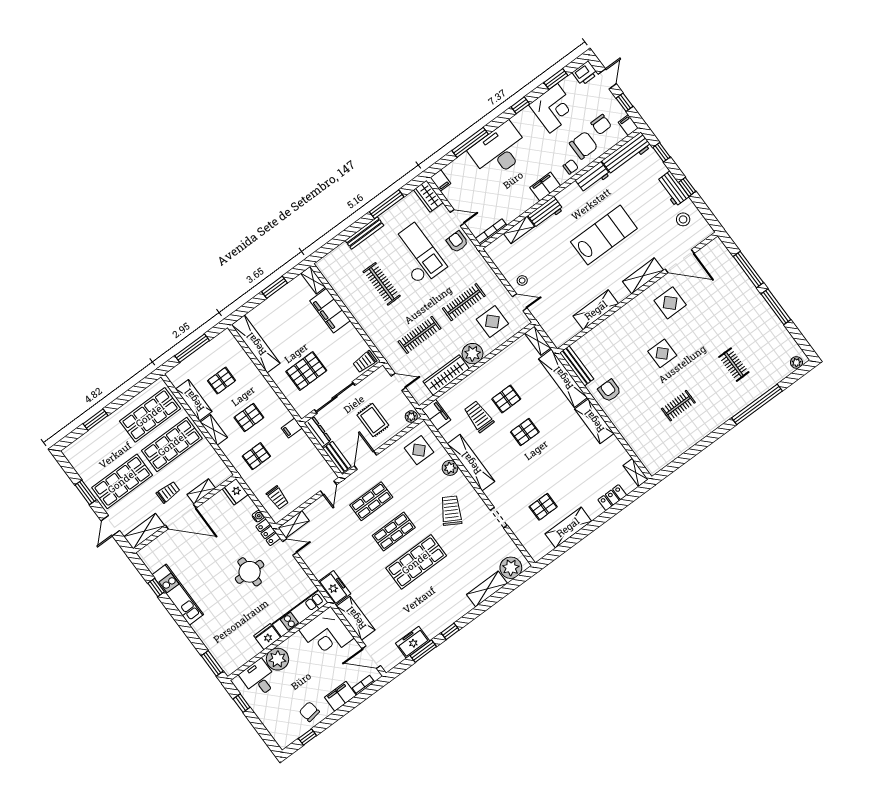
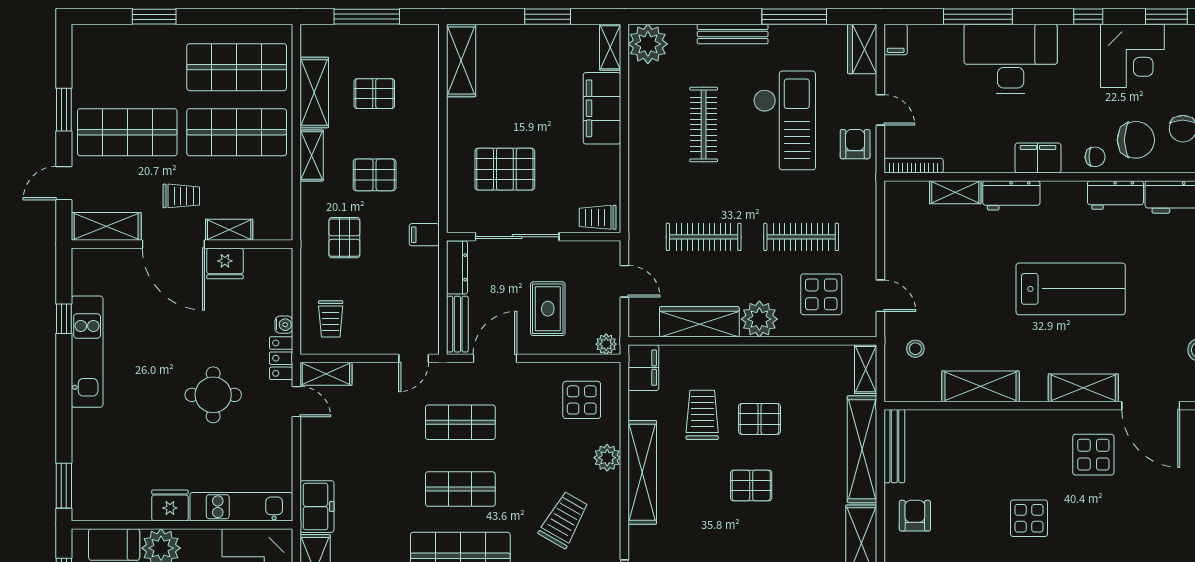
plant: (329, 266) -> (648, 44), added
stool: (522, 280) -> (915, 349), moved
shelving: (256, 344) -> (461, 60), width x0.68
pallet: (256, 456) -> (344, 238), turned 90
fridge: (235, 492) -> (225, 263), moved, turned -90

